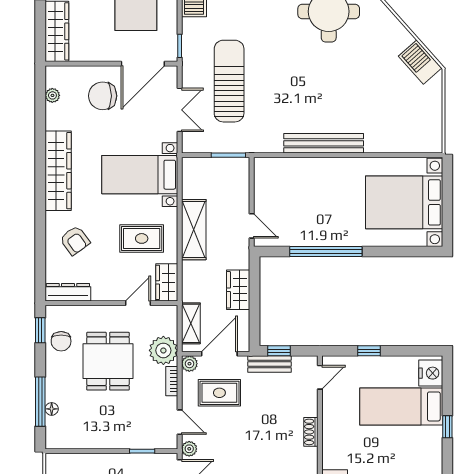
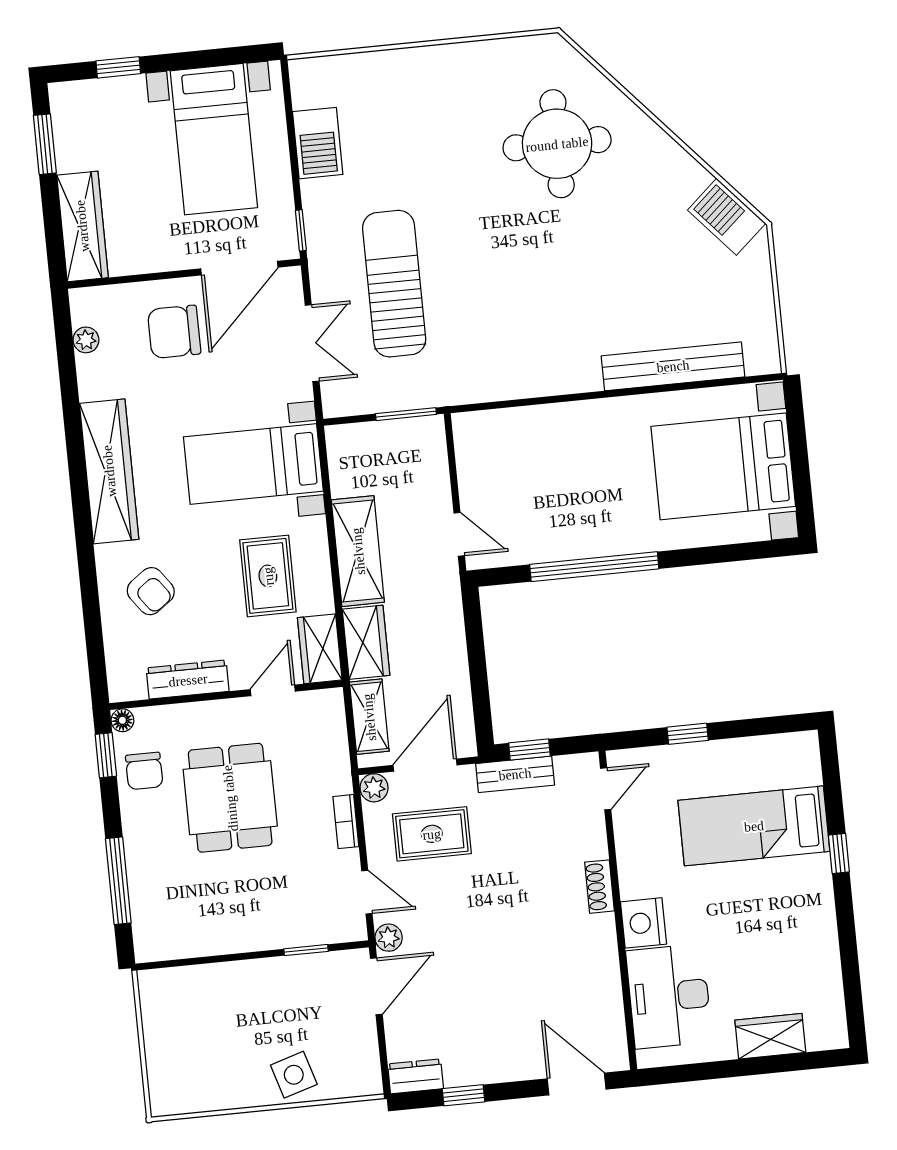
bench: (324, 143) -> (673, 366), moved
rug: (142, 238) -> (268, 576), turned 90
wardrobe: (238, 290) -> (366, 642), moved, turned 180
dresser: (68, 292) -> (188, 680), moved
plant: (163, 350) -> (326, 769), removed
nightstand: (431, 373) -> (644, 923), moved, turned 180
floor lamp: (52, 409) -> (122, 720), moved

